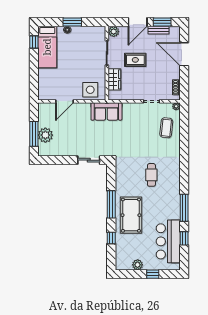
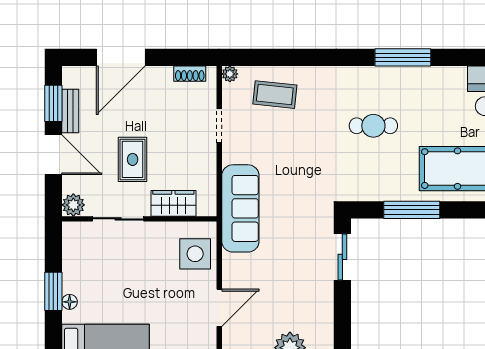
door: (64, 101) -> (219, 308), hinge flipped
sofa: (106, 111) -> (240, 208), width x1.36
window: (111, 204) -> (412, 210), moved
window: (184, 208) -> (403, 57), moved

